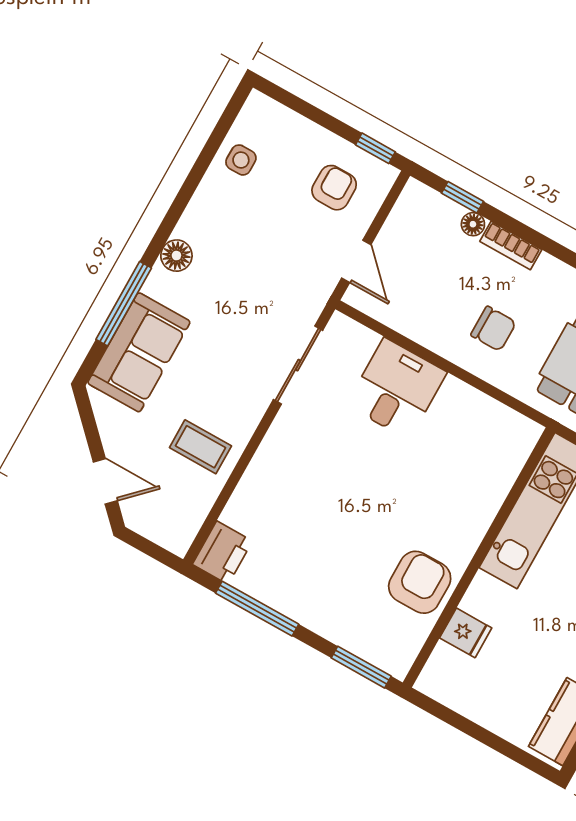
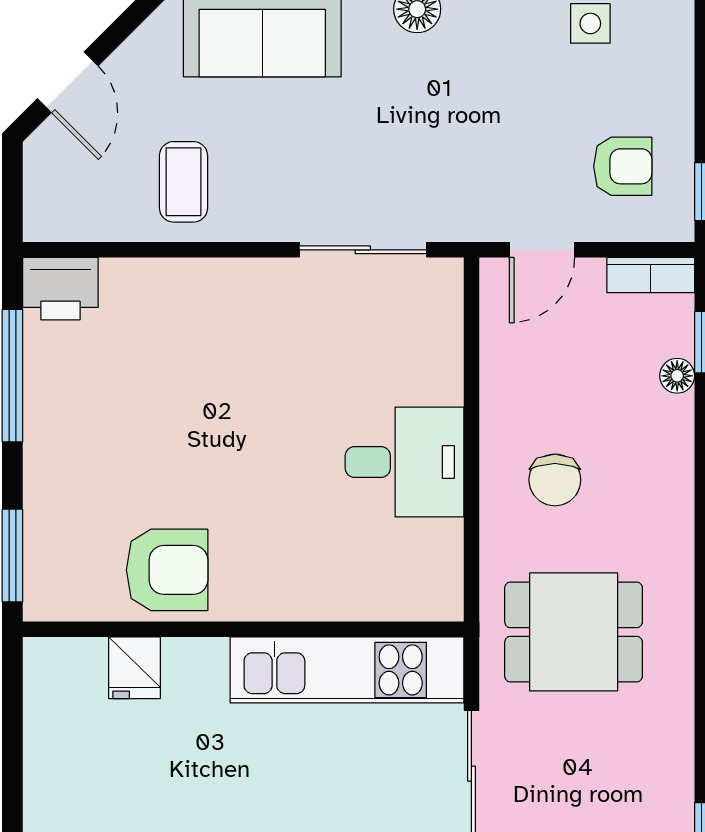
bookcase: (511, 245) -> (651, 275), moved, turned -90
desk: (397, 389) -> (405, 462), moved

